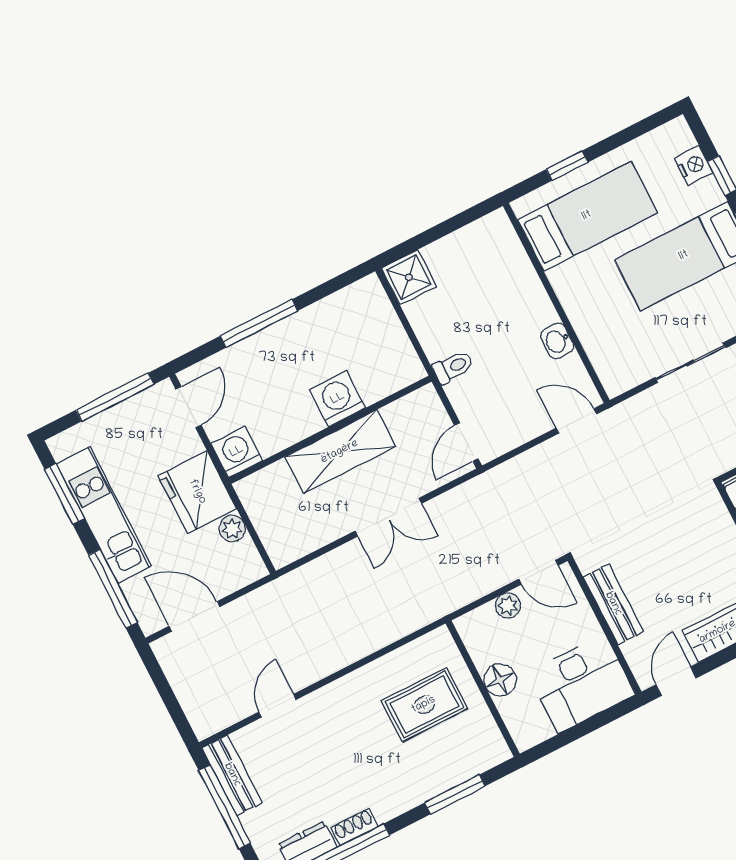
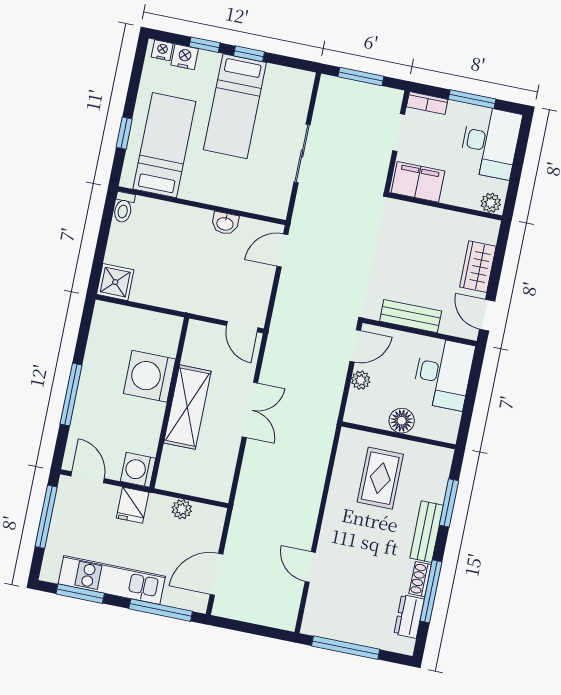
nightstand: (682, 137) -> (162, 50), added
toilet: (453, 367) -> (124, 207), moved, turned 180
washing machine: (338, 399) -> (149, 376), width x1.37, depth x1.37
fridge: (197, 492) -> (133, 505), width x0.53, depth x0.75
bench: (232, 775) -> (427, 532), moved, turned 90

